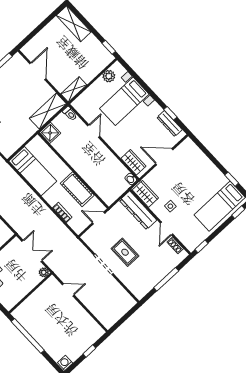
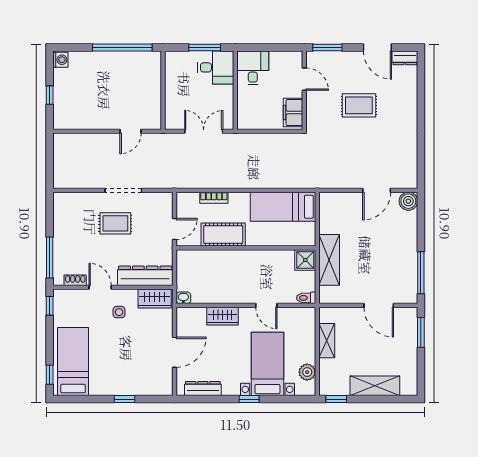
shelving: (74, 24) -> (375, 386), moved
window: (31, 35) -> (421, 332), added
shelving: (74, 89) -> (327, 341), moved
shelving: (48, 111) -> (329, 260), moved
window: (170, 113) -> (249, 399), moved
wardrobe: (133, 162) -> (223, 316), moved
window: (232, 179) -> (124, 399), moved
double door: (32, 251) -> (204, 131), swing flipped
plant: (44, 272) -> (171, 123), removed
window: (166, 279) -> (50, 257), moved

